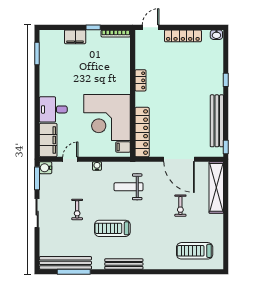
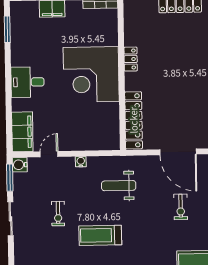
desk: (53, 109) -> (27, 82), moved
corner desk: (107, 117) -> (91, 74), moved
filing cabinet: (123, 147) -> (111, 139), removed

